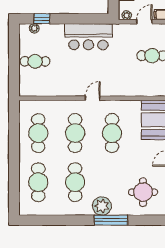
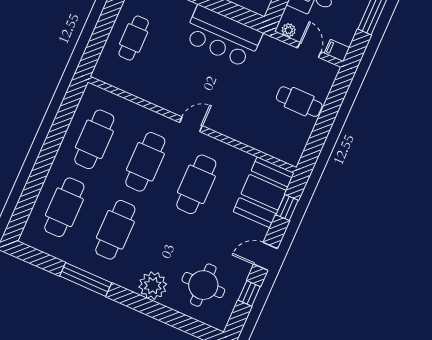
door: (144, 22) -> (309, 50), hinge flipped
cafe table: (35, 61) -> (134, 38), turned 90
plant: (102, 206) -> (153, 286), moved
window: (111, 220) -> (86, 279), moved

